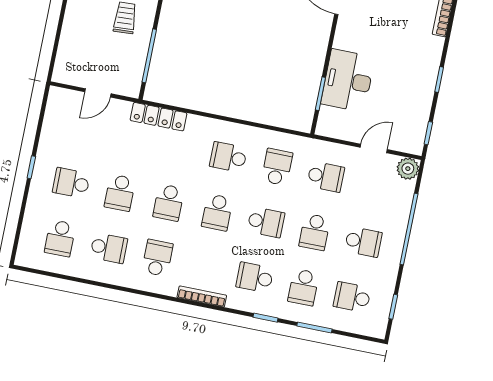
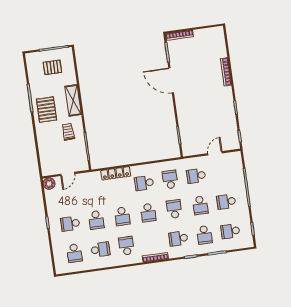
desk: (348, 80) -> (190, 124), removed
locker: (159, 117) -> (116, 173), moved
plant: (408, 169) -> (49, 184), moved
school desk: (326, 177) -> (196, 176), turned 180
school desk: (266, 222) -> (174, 209), turned -90
school desk: (363, 242) -> (226, 202), turned 180

